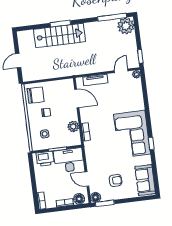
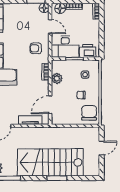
stairs: (59, 35) -> (50, 162), width x1.36, depth x1.51
chair: (36, 95) -> (89, 113), turned 90
door: (77, 98) -> (50, 105), hinge flipped
armchair: (116, 180) -> (36, 48), moved

